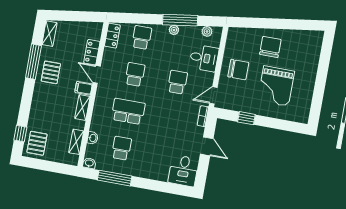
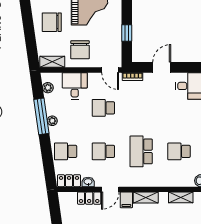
shelving: (232, 40) -> (52, 62), added
chair: (238, 70) -> (80, 50), turned 180
washbasin: (93, 138) -> (88, 182), moved

